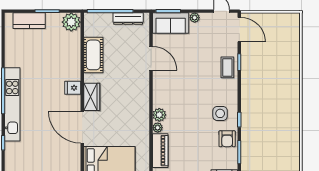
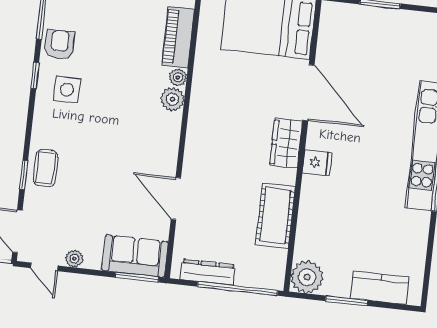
plant: (195, 18) -> (74, 259), moved

